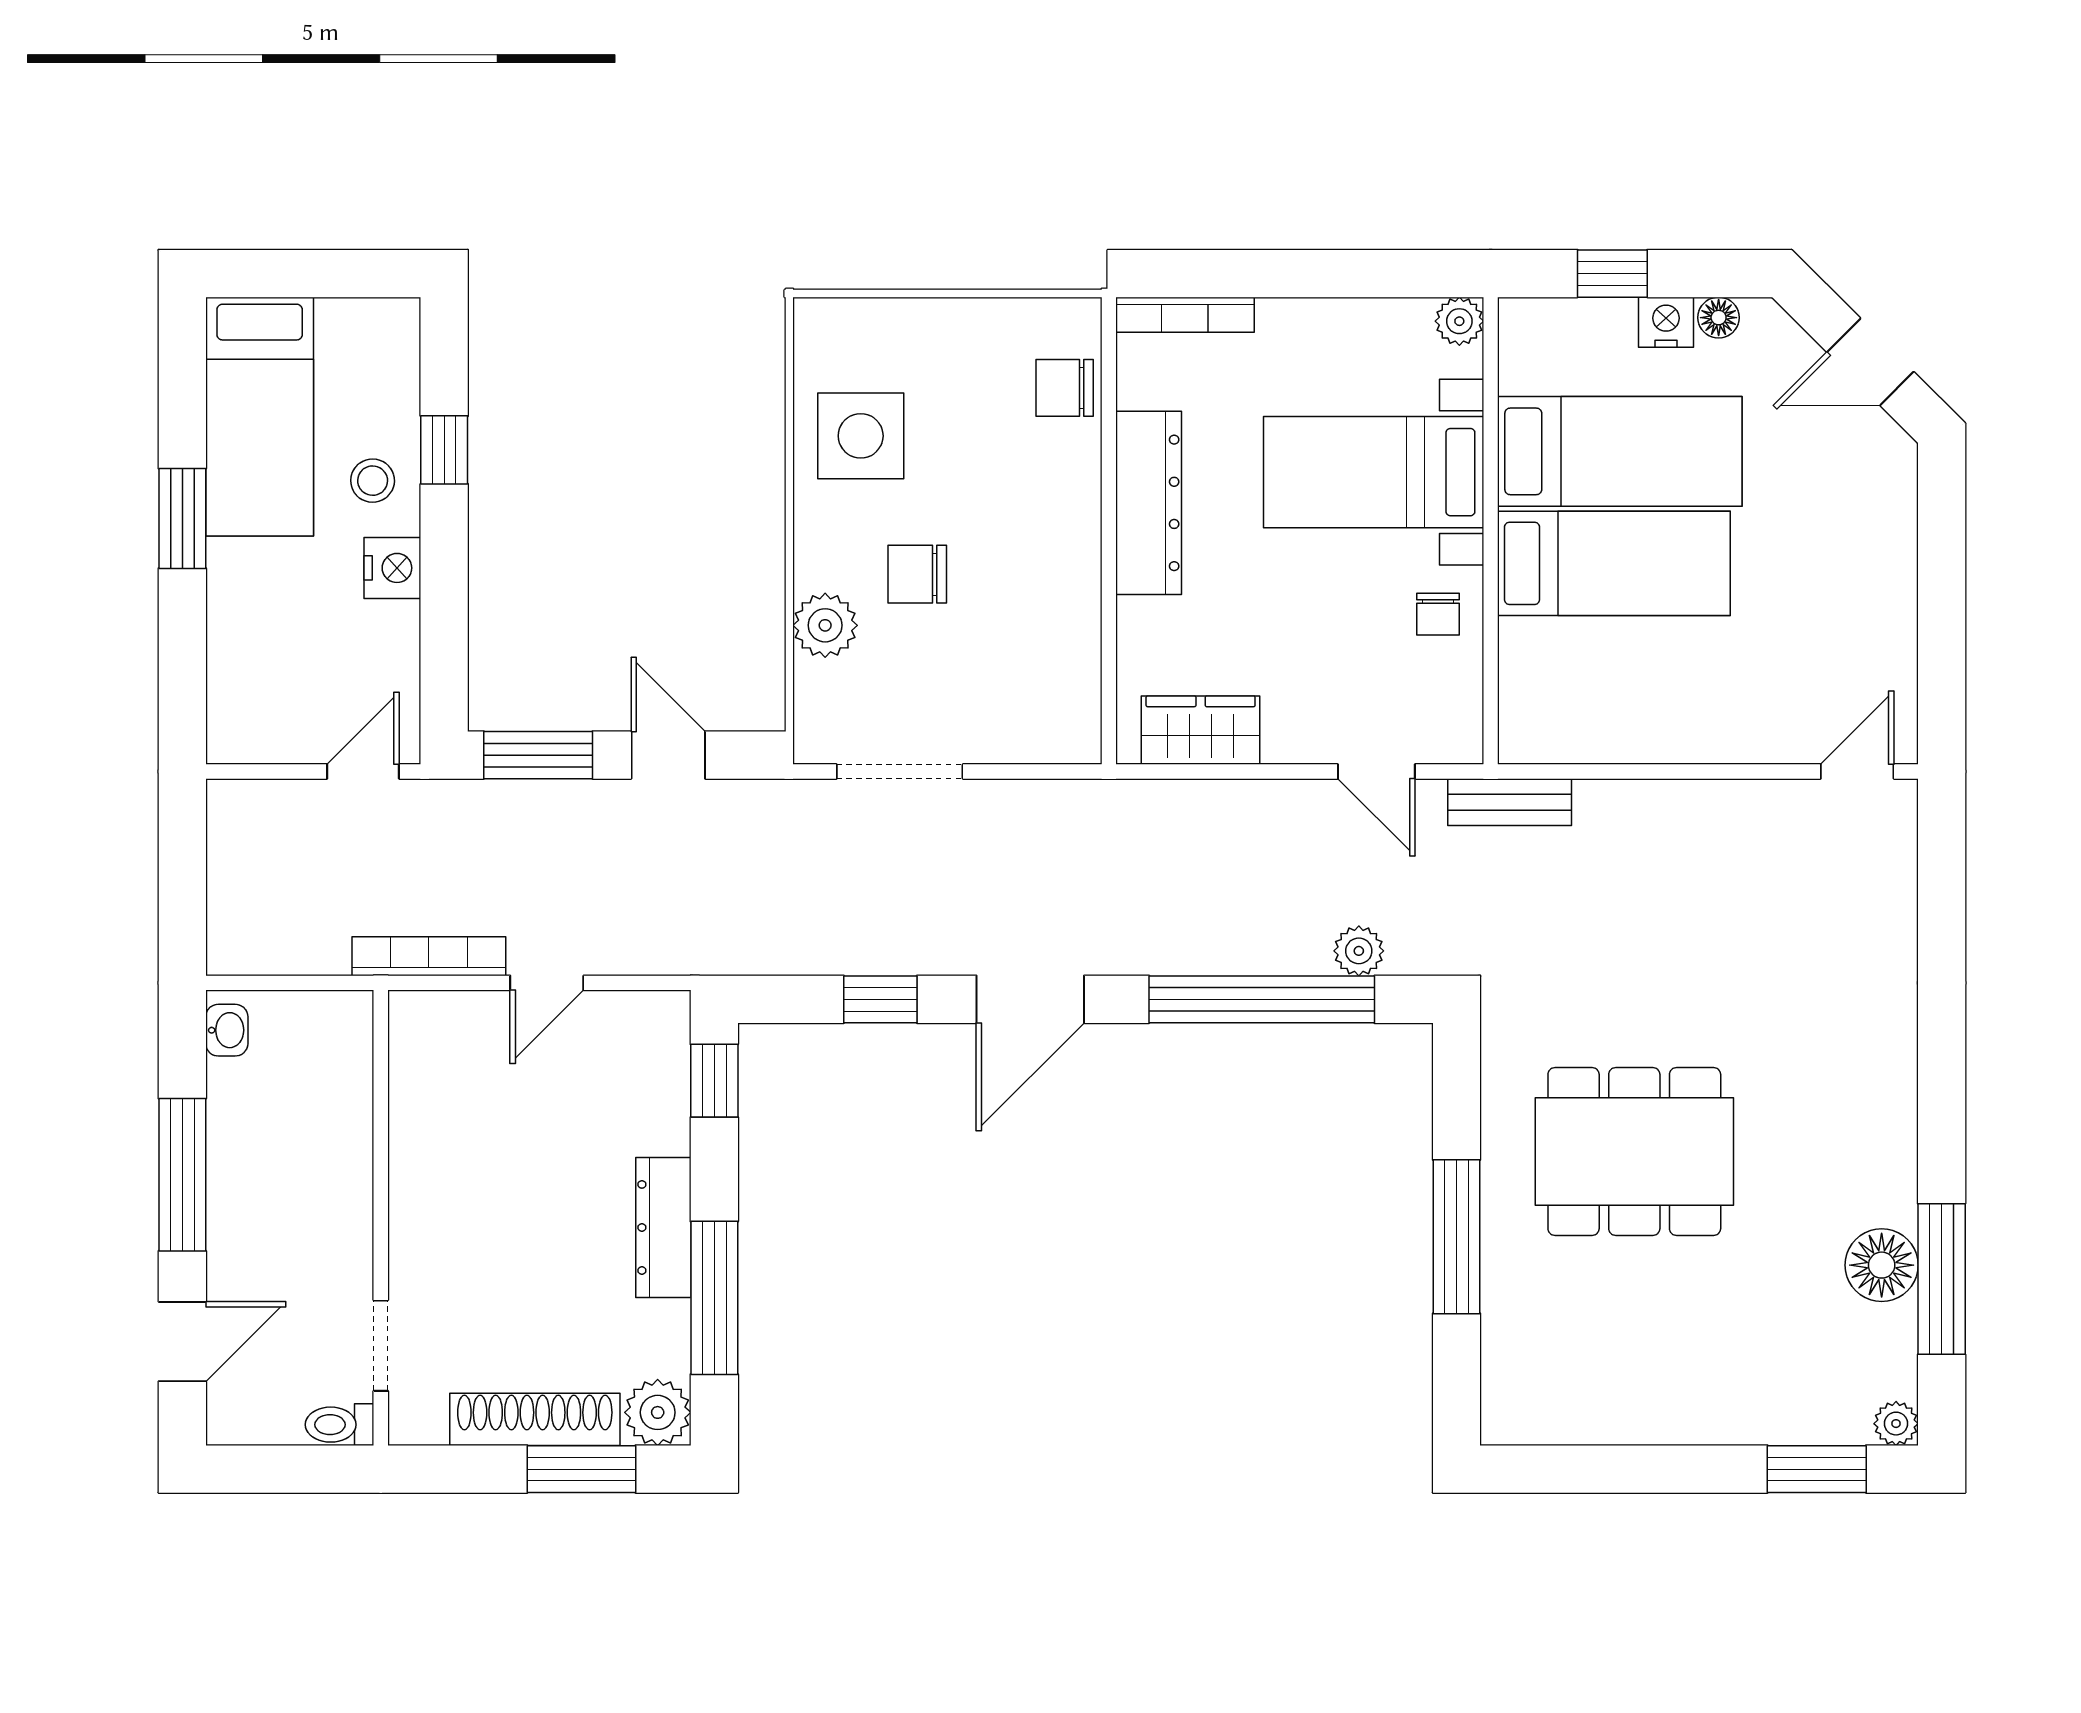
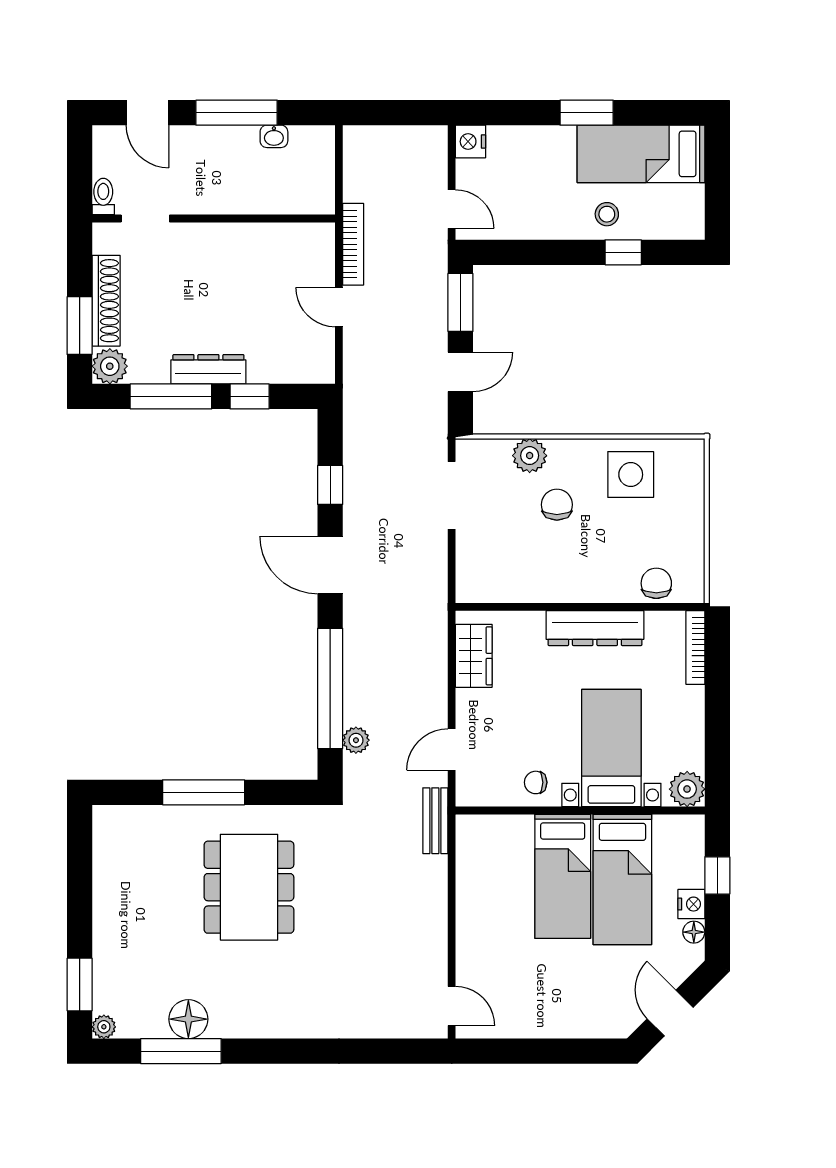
plant: (1459, 321) -> (687, 789), width x1.38, depth x1.38
nightstand: (392, 568) -> (470, 142), moved, turned 90
washbasin: (227, 1030) -> (274, 136), moved
window: (714, 1081) -> (250, 396), moved

